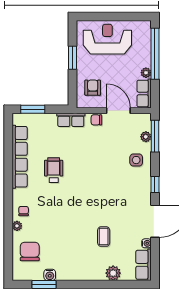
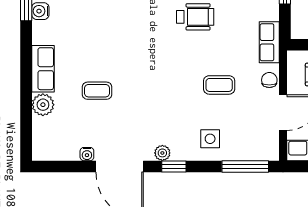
plant: (146, 137) -> (162, 153), moved
coffee table: (100, 154) -> (219, 85), added
row of seats: (144, 265) -> (43, 69), moved, turned 90

